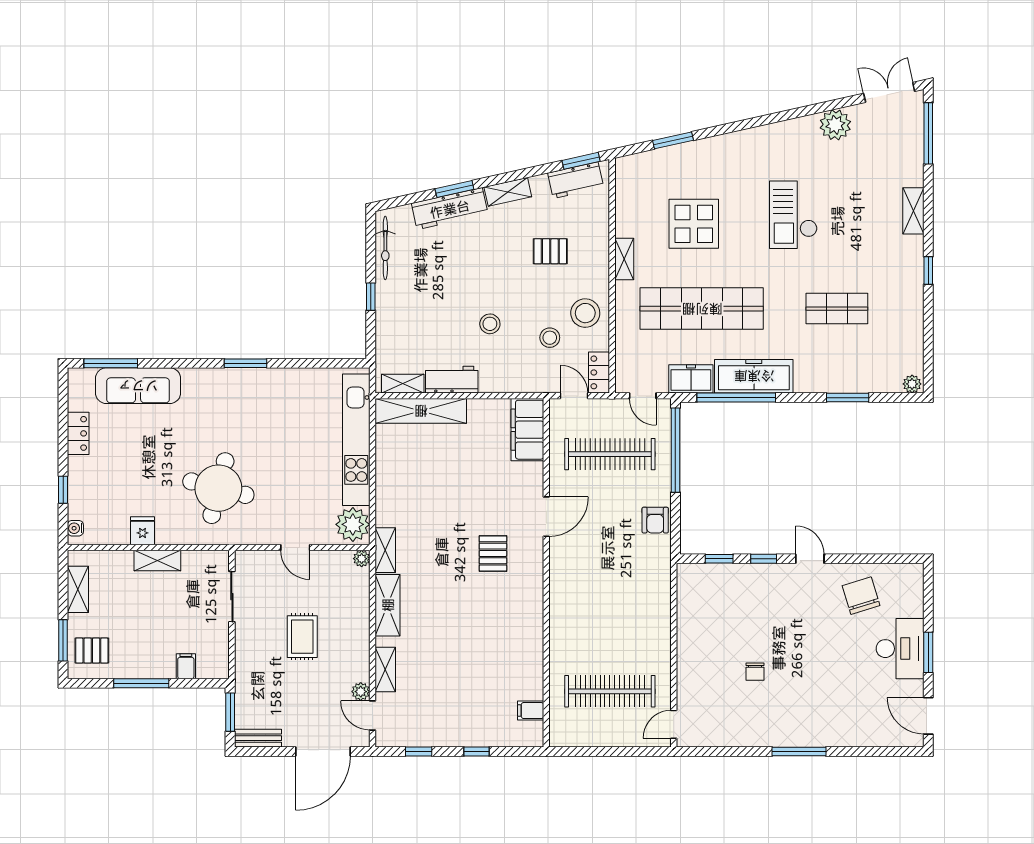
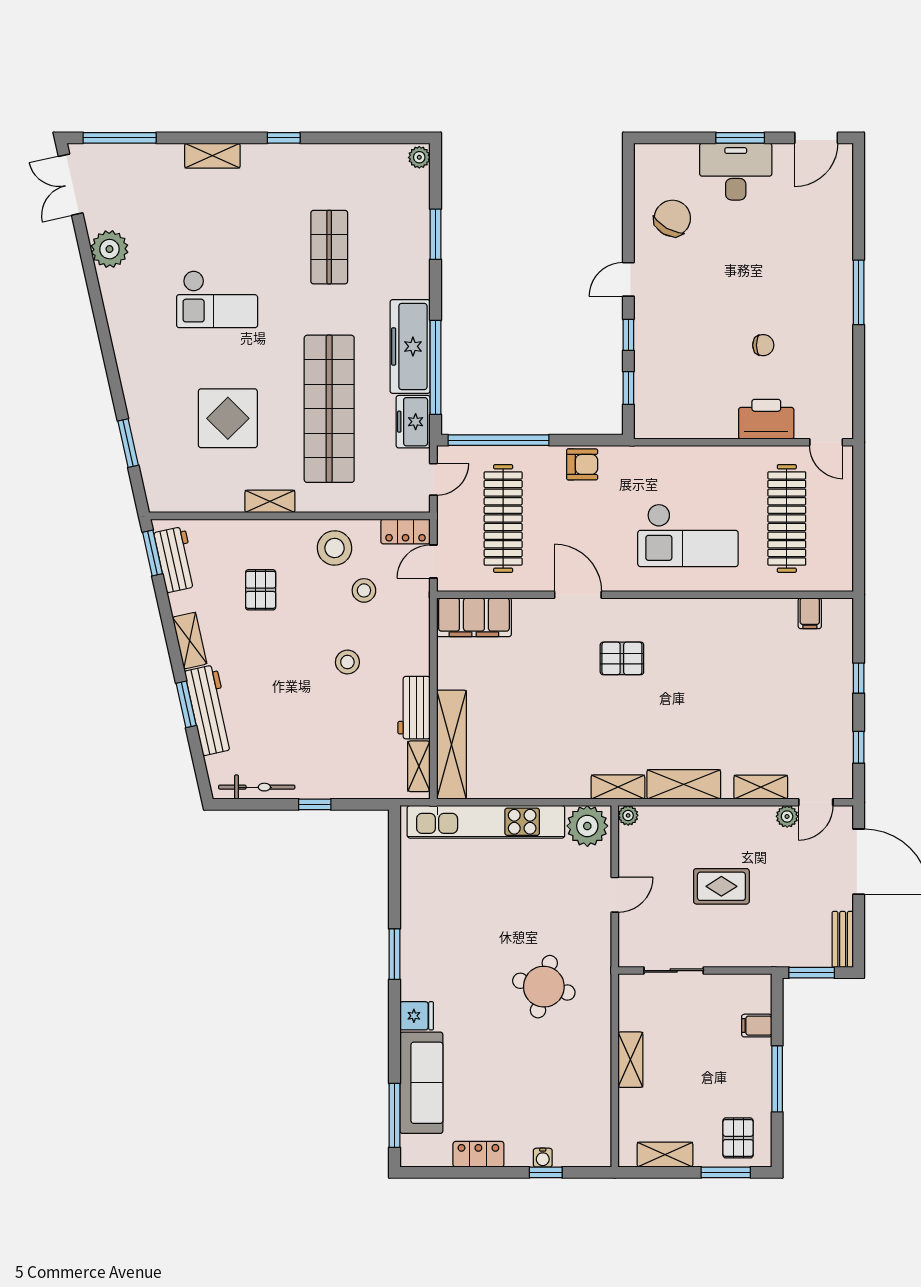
round table: (218, 488) -> (544, 987), width x0.73, depth x0.73
water cooler: (75, 528) -> (543, 1158), moved
fridge: (143, 531) -> (417, 1016), moved, turned 180
chair: (861, 596) -> (672, 218), turned 137
checkout: (596, 609) -> (688, 535), added
printer: (693, 674) -> (766, 419), added

